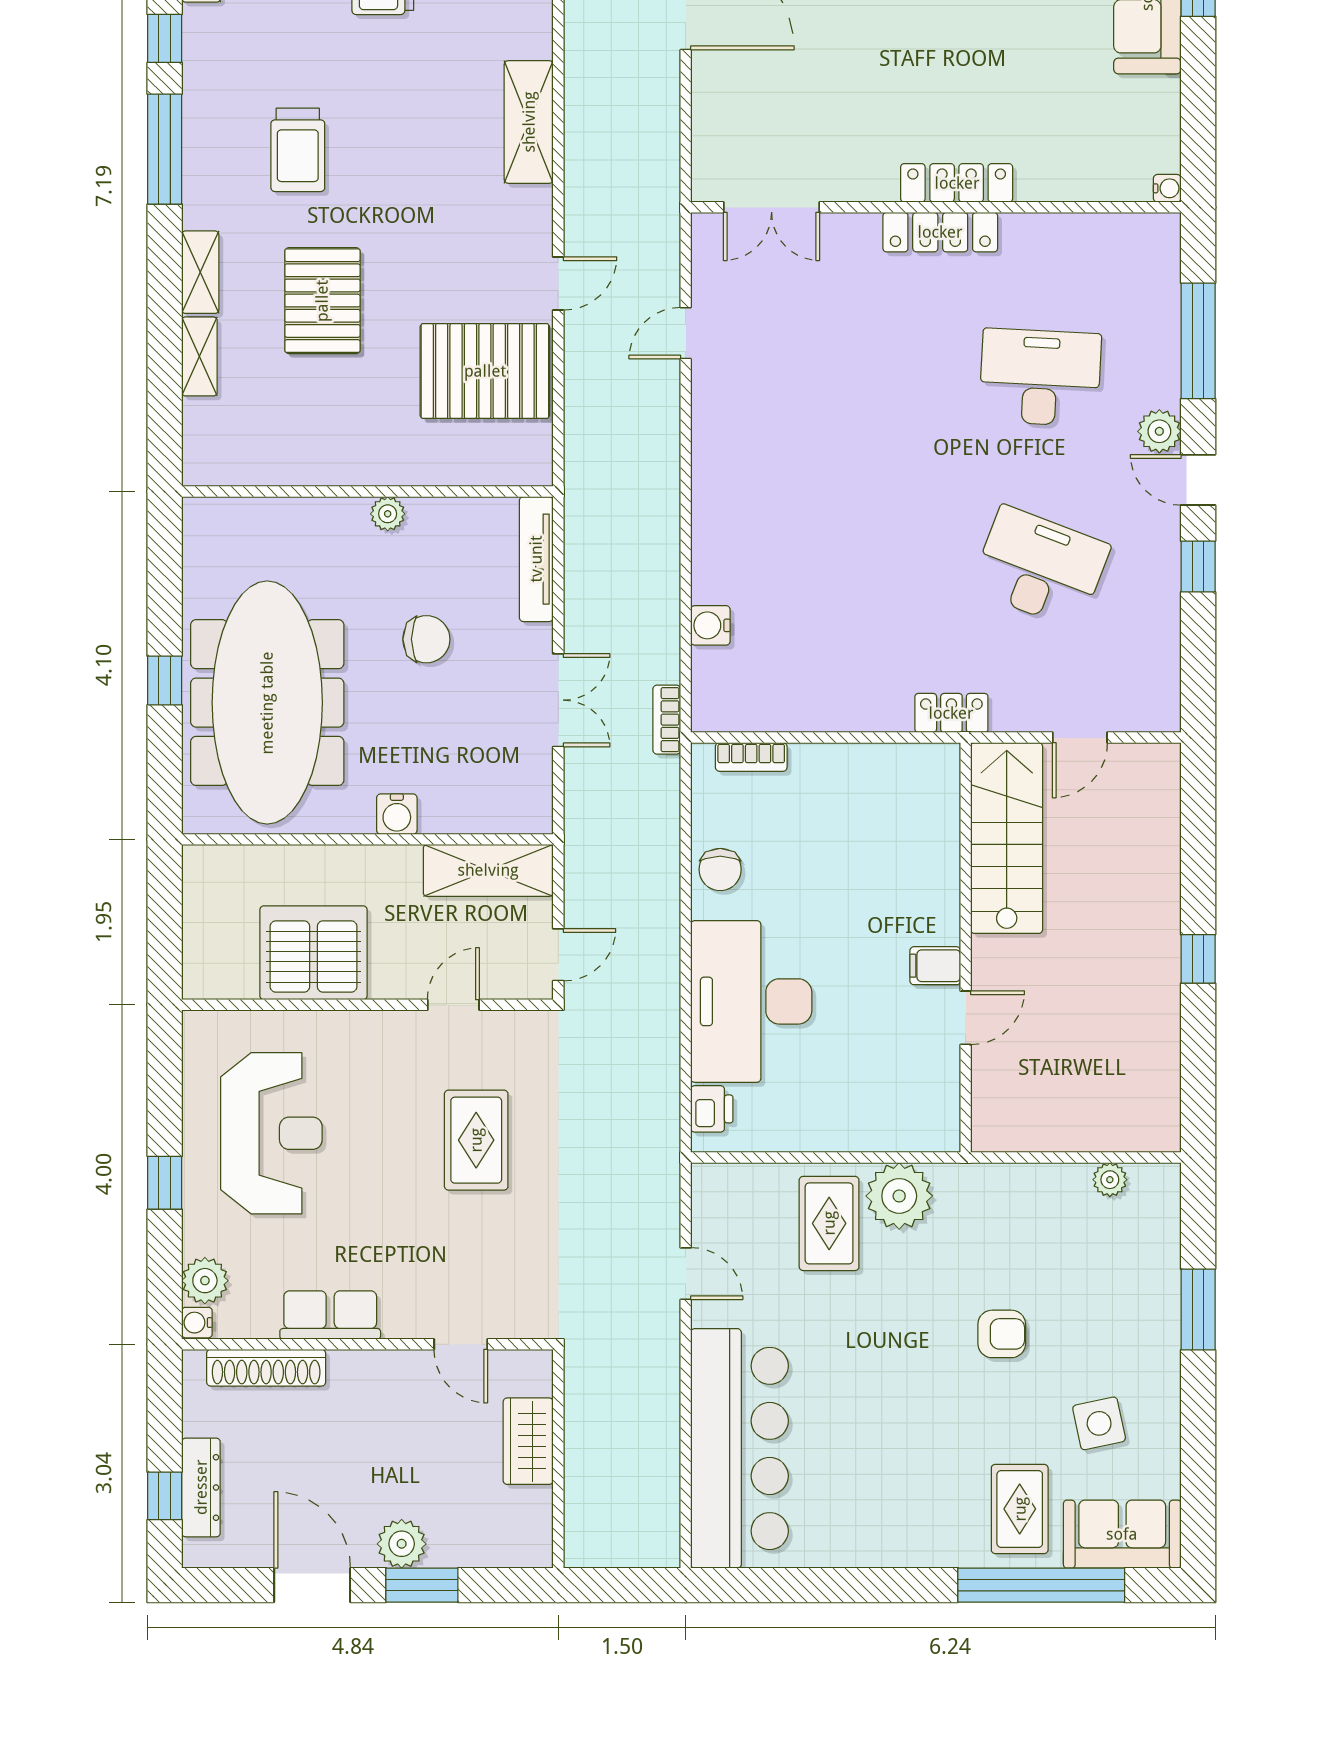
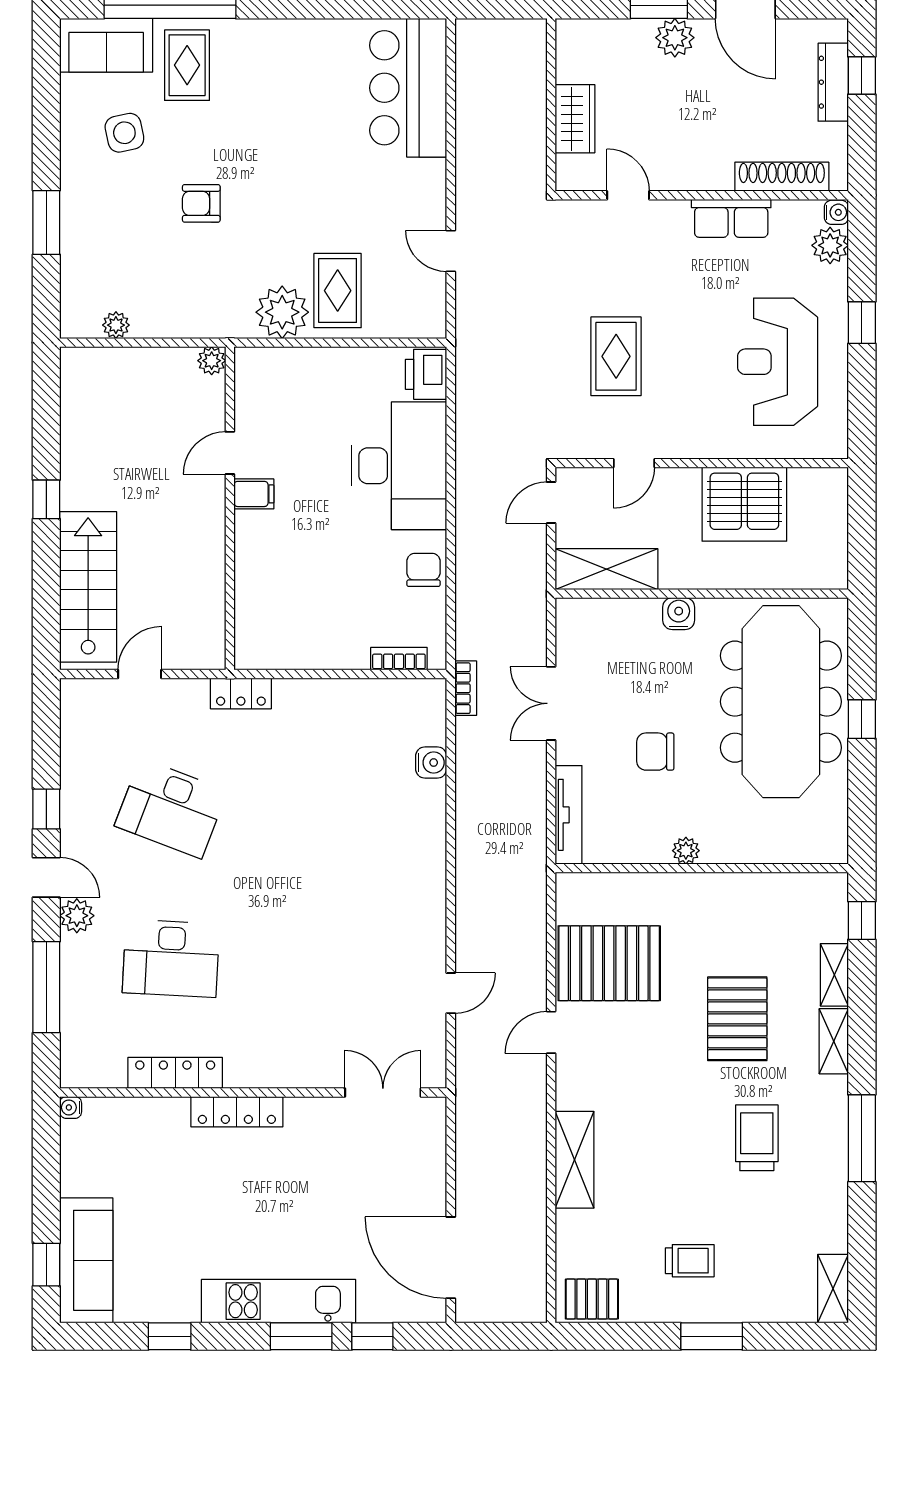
window: (165, 38) -> (862, 920), moved
locker: (940, 232) -> (175, 1073), moved
stairs: (1007, 838) -> (88, 587), moved, turned 180
printer: (712, 1109) -> (426, 374), width x1.36, depth x1.24
plant: (989, 1135) -> (212, 361), added
bar counter: (739, 1448) -> (408, 88), width x0.73

